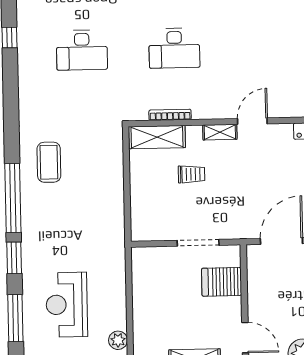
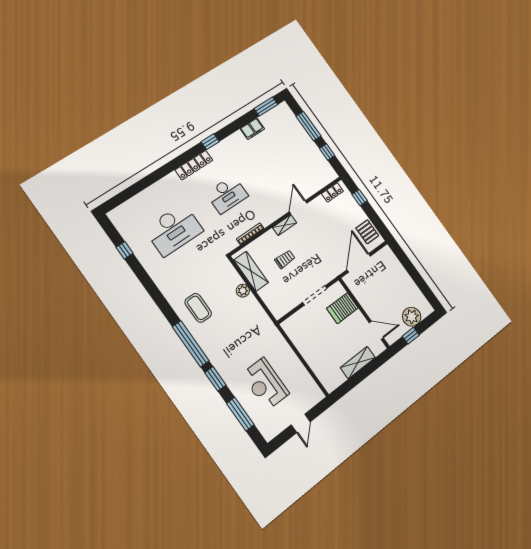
desk: (82, 50) -> (174, 230), width x1.36, depth x1.30
shelving: (157, 137) -> (251, 271), moved, turned 90
plant: (118, 340) -> (243, 291), moved

